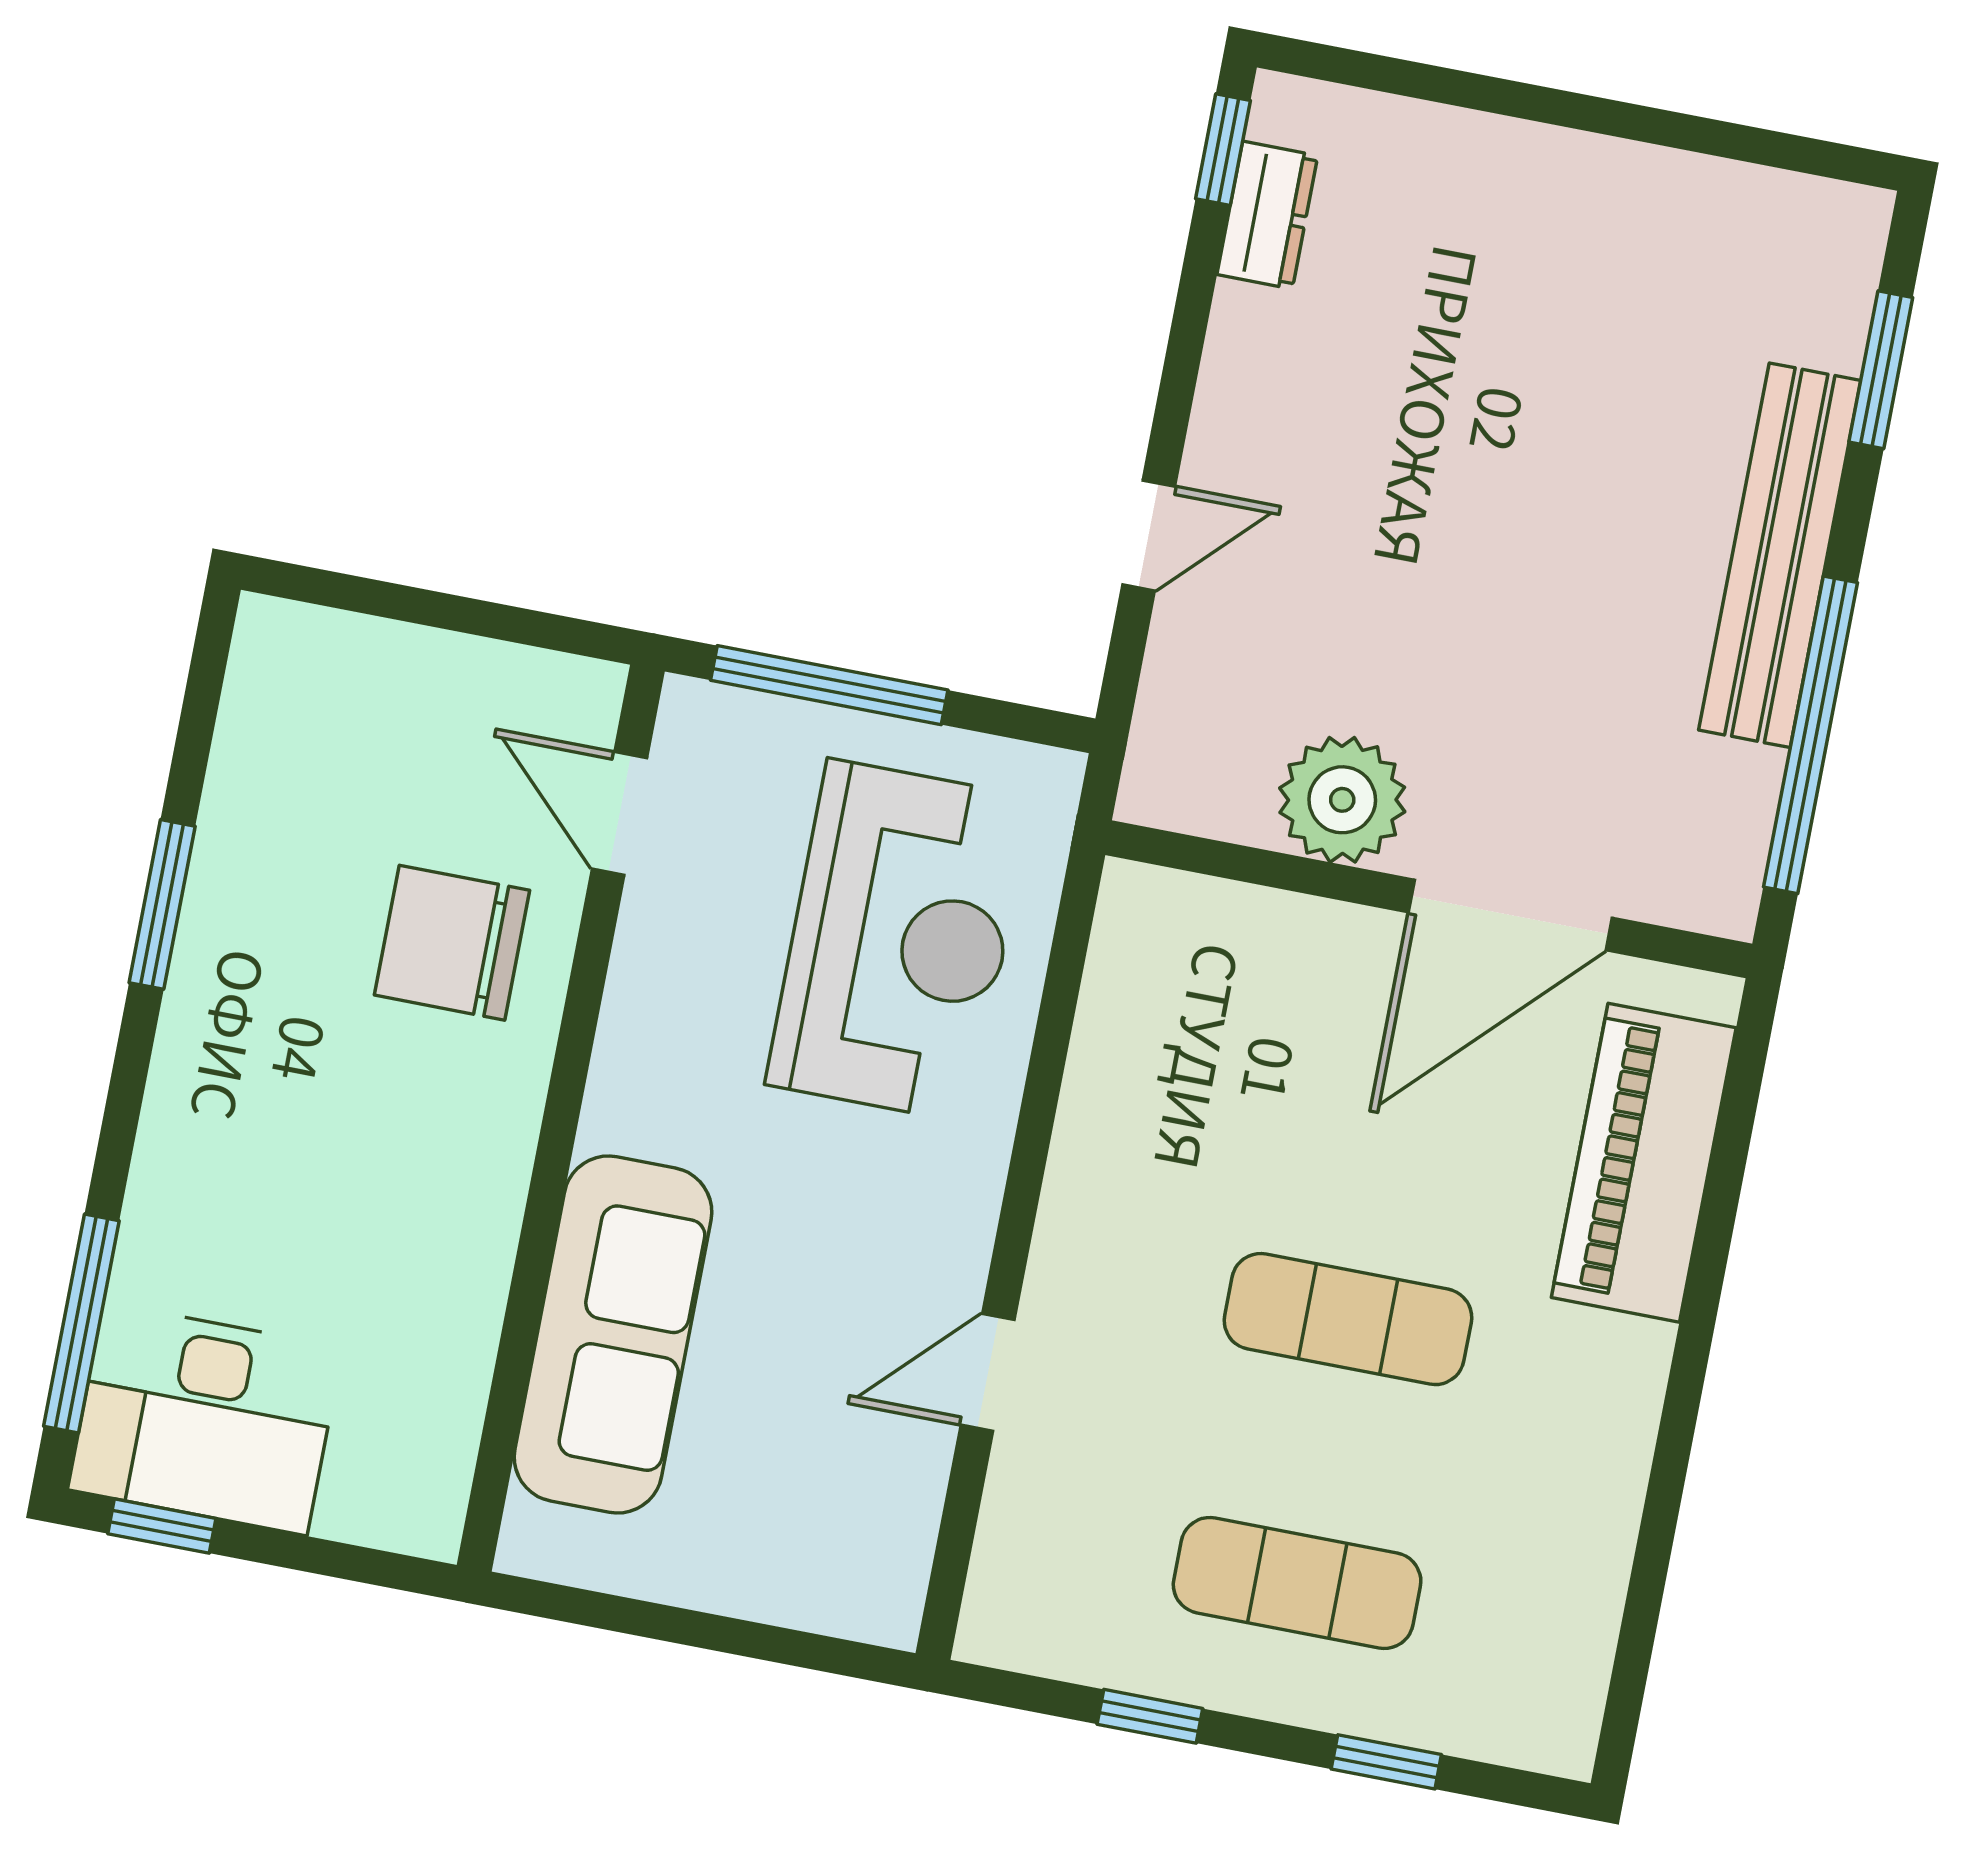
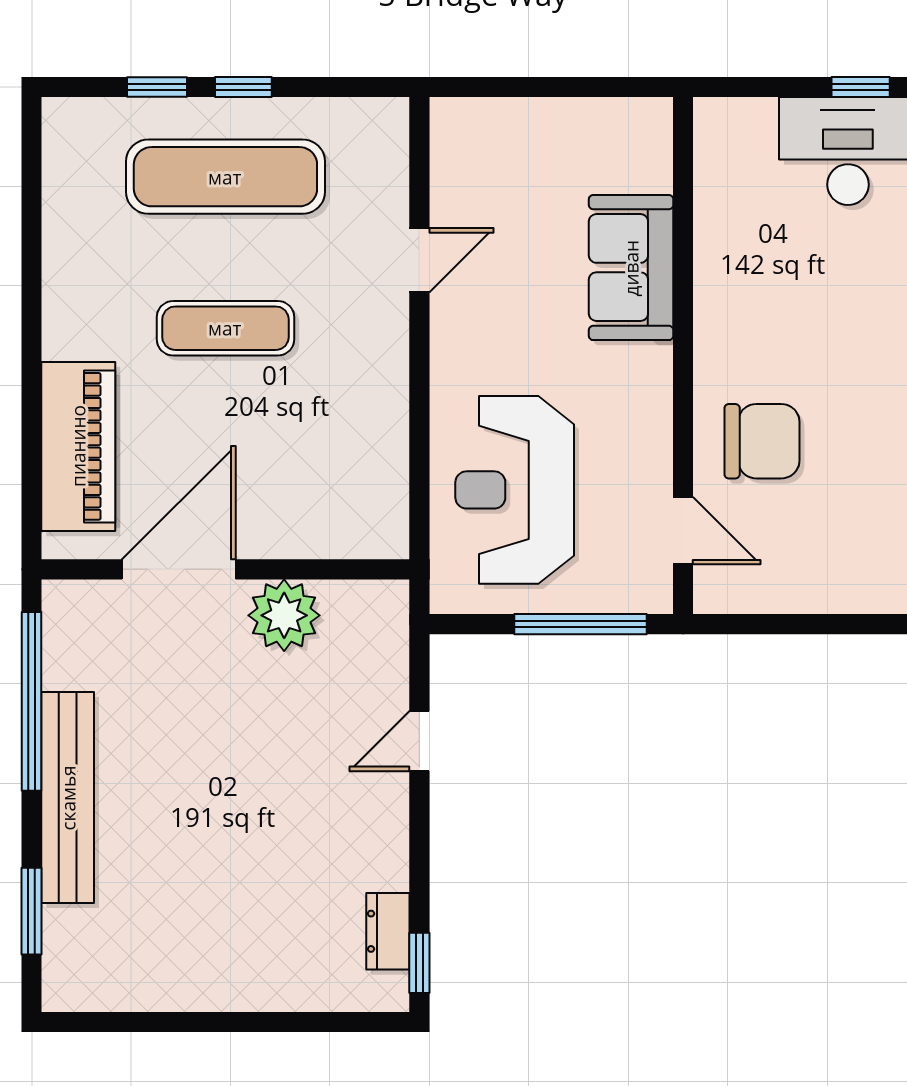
sofa: (613, 1334) -> (631, 268), width x0.73
exercise mat: (1297, 1583) -> (225, 177), width x1.36, depth x1.45
window: (1150, 1716) -> (243, 87), moved

